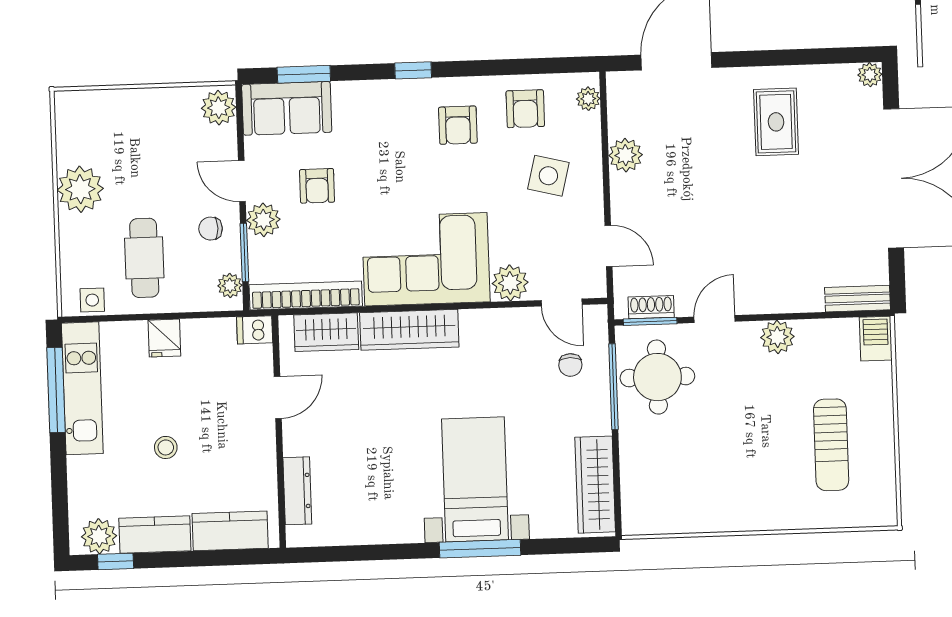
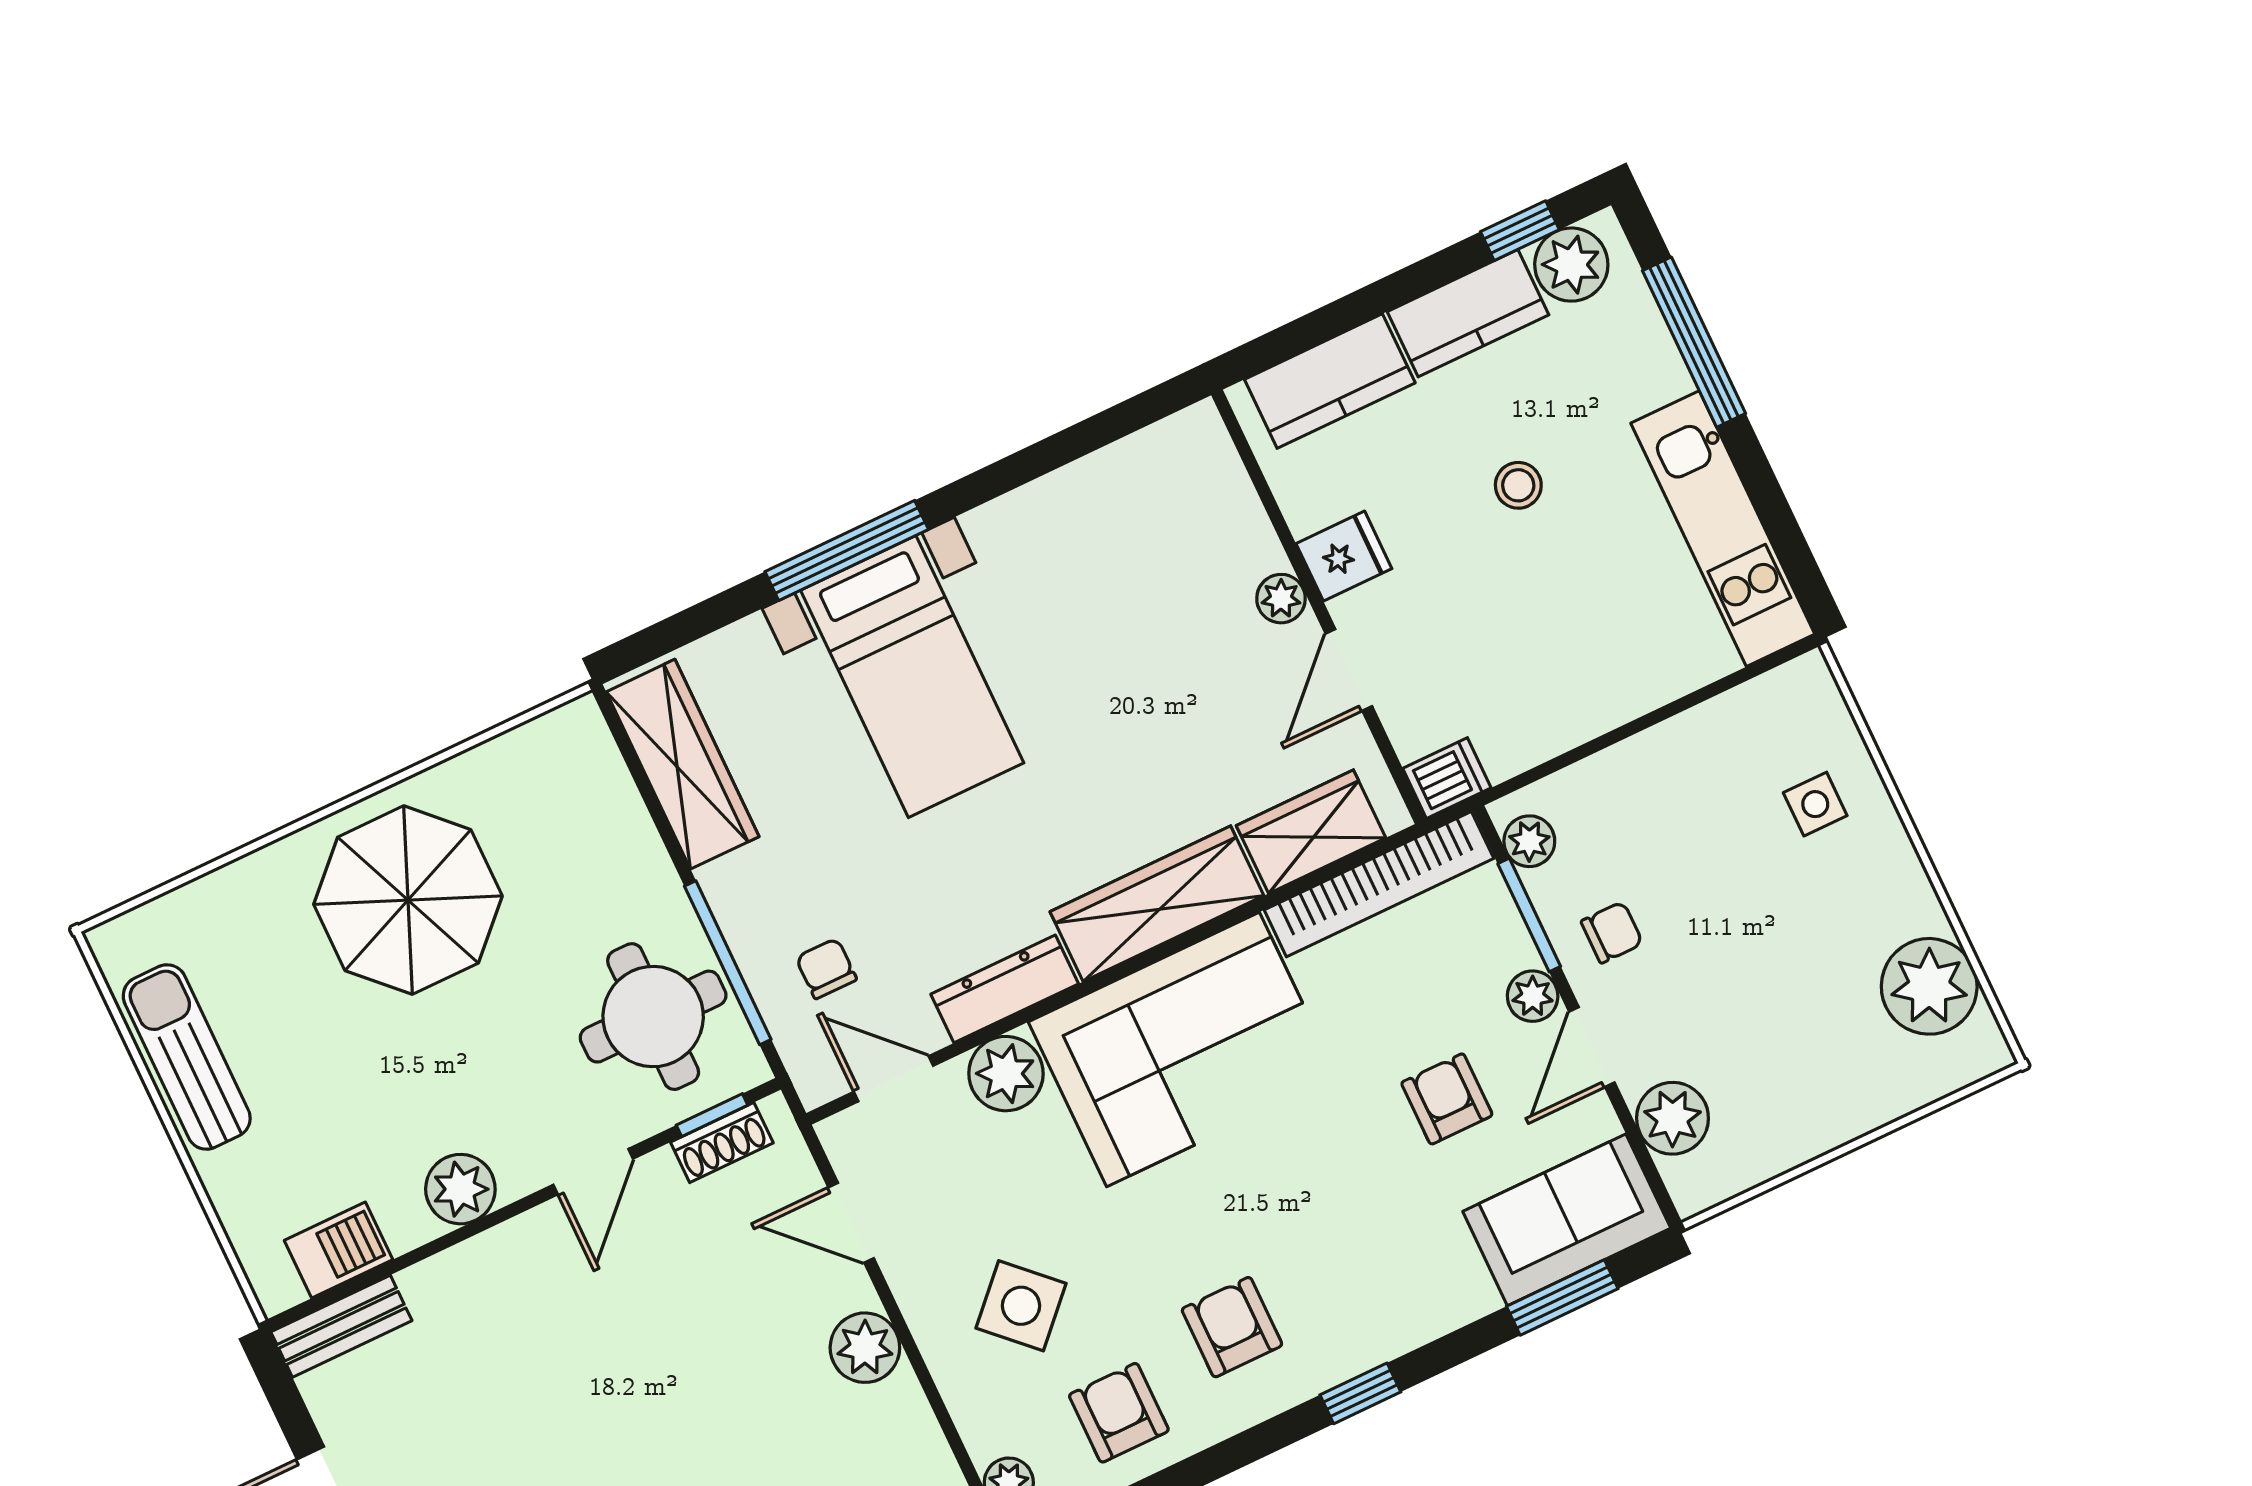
plant: (219, 108) -> (1673, 1118), moved
plant: (626, 155) -> (865, 1348), moved
side table: (548, 176) -> (1021, 1306), turned 30
door: (242, 181) -> (1592, 1047), swing flipped
plant: (80, 189) -> (1929, 986), moved
plant: (263, 220) -> (1533, 996), width x0.73, depth x0.73
cafe table: (144, 258) -> (1713, 823), removed
side table: (92, 300) -> (1815, 804), moved
window: (650, 321) -> (712, 1115), width x0.67
fridge: (164, 338) -> (1344, 556), moved, turned 90
barbecue: (876, 339) -> (339, 1250), moved, turned -90
window: (56, 390) -> (1694, 342), moved
plant: (294, 443) -> (1281, 599), added
sun lounger: (831, 445) -> (187, 1057), moved
parasol: (745, 477) -> (408, 900), added
dresser: (297, 491) -> (1005, 989), moved, turned 90

